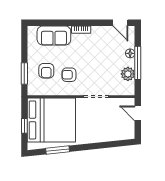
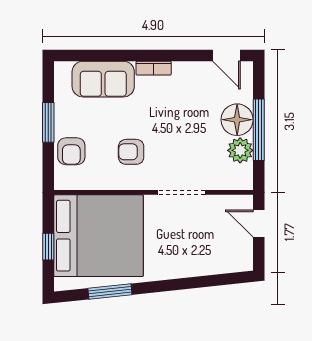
floor lamp: (130, 53) -> (237, 120), width x1.89, depth x1.89
armchair: (46, 71) -> (71, 151), moved
window: (24, 73) -> (48, 122), moved

